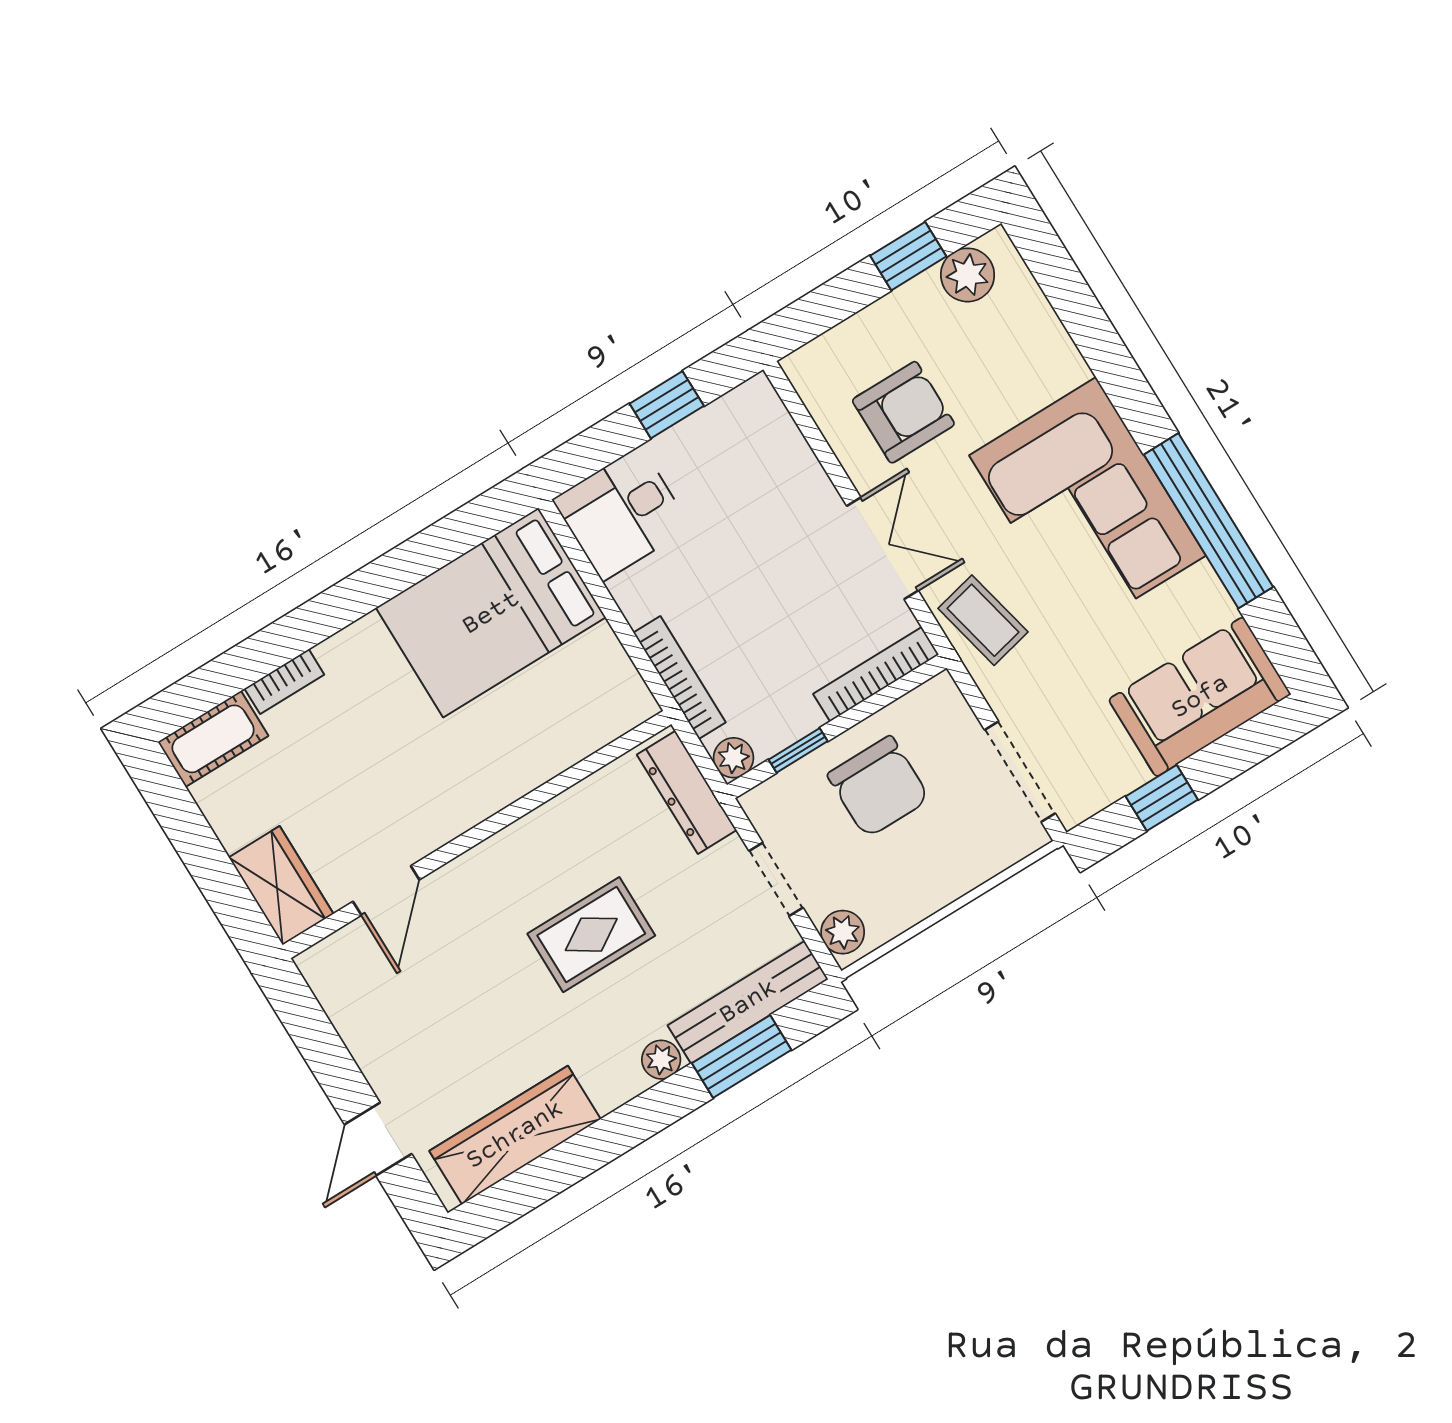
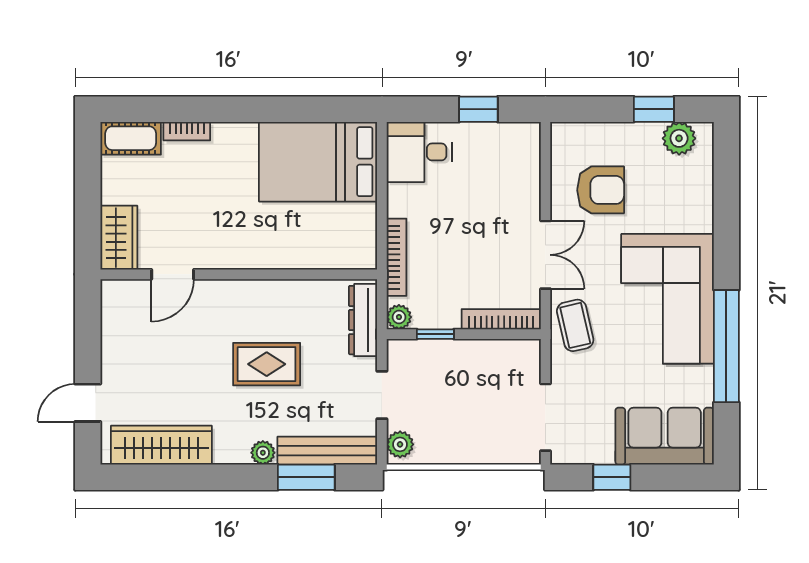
chair: (878, 787) -> (466, 379), removed

